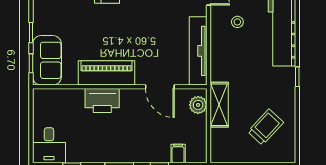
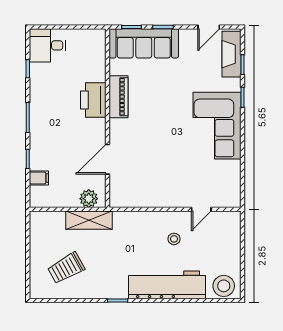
tv unit: (198, 51) -> (144, 199), removed
sofa: (47, 60) -> (144, 43), width x1.36
piano: (107, 73) -> (119, 97), width x0.73, depth x0.75
trolley: (266, 127) -> (66, 268), turned 108

